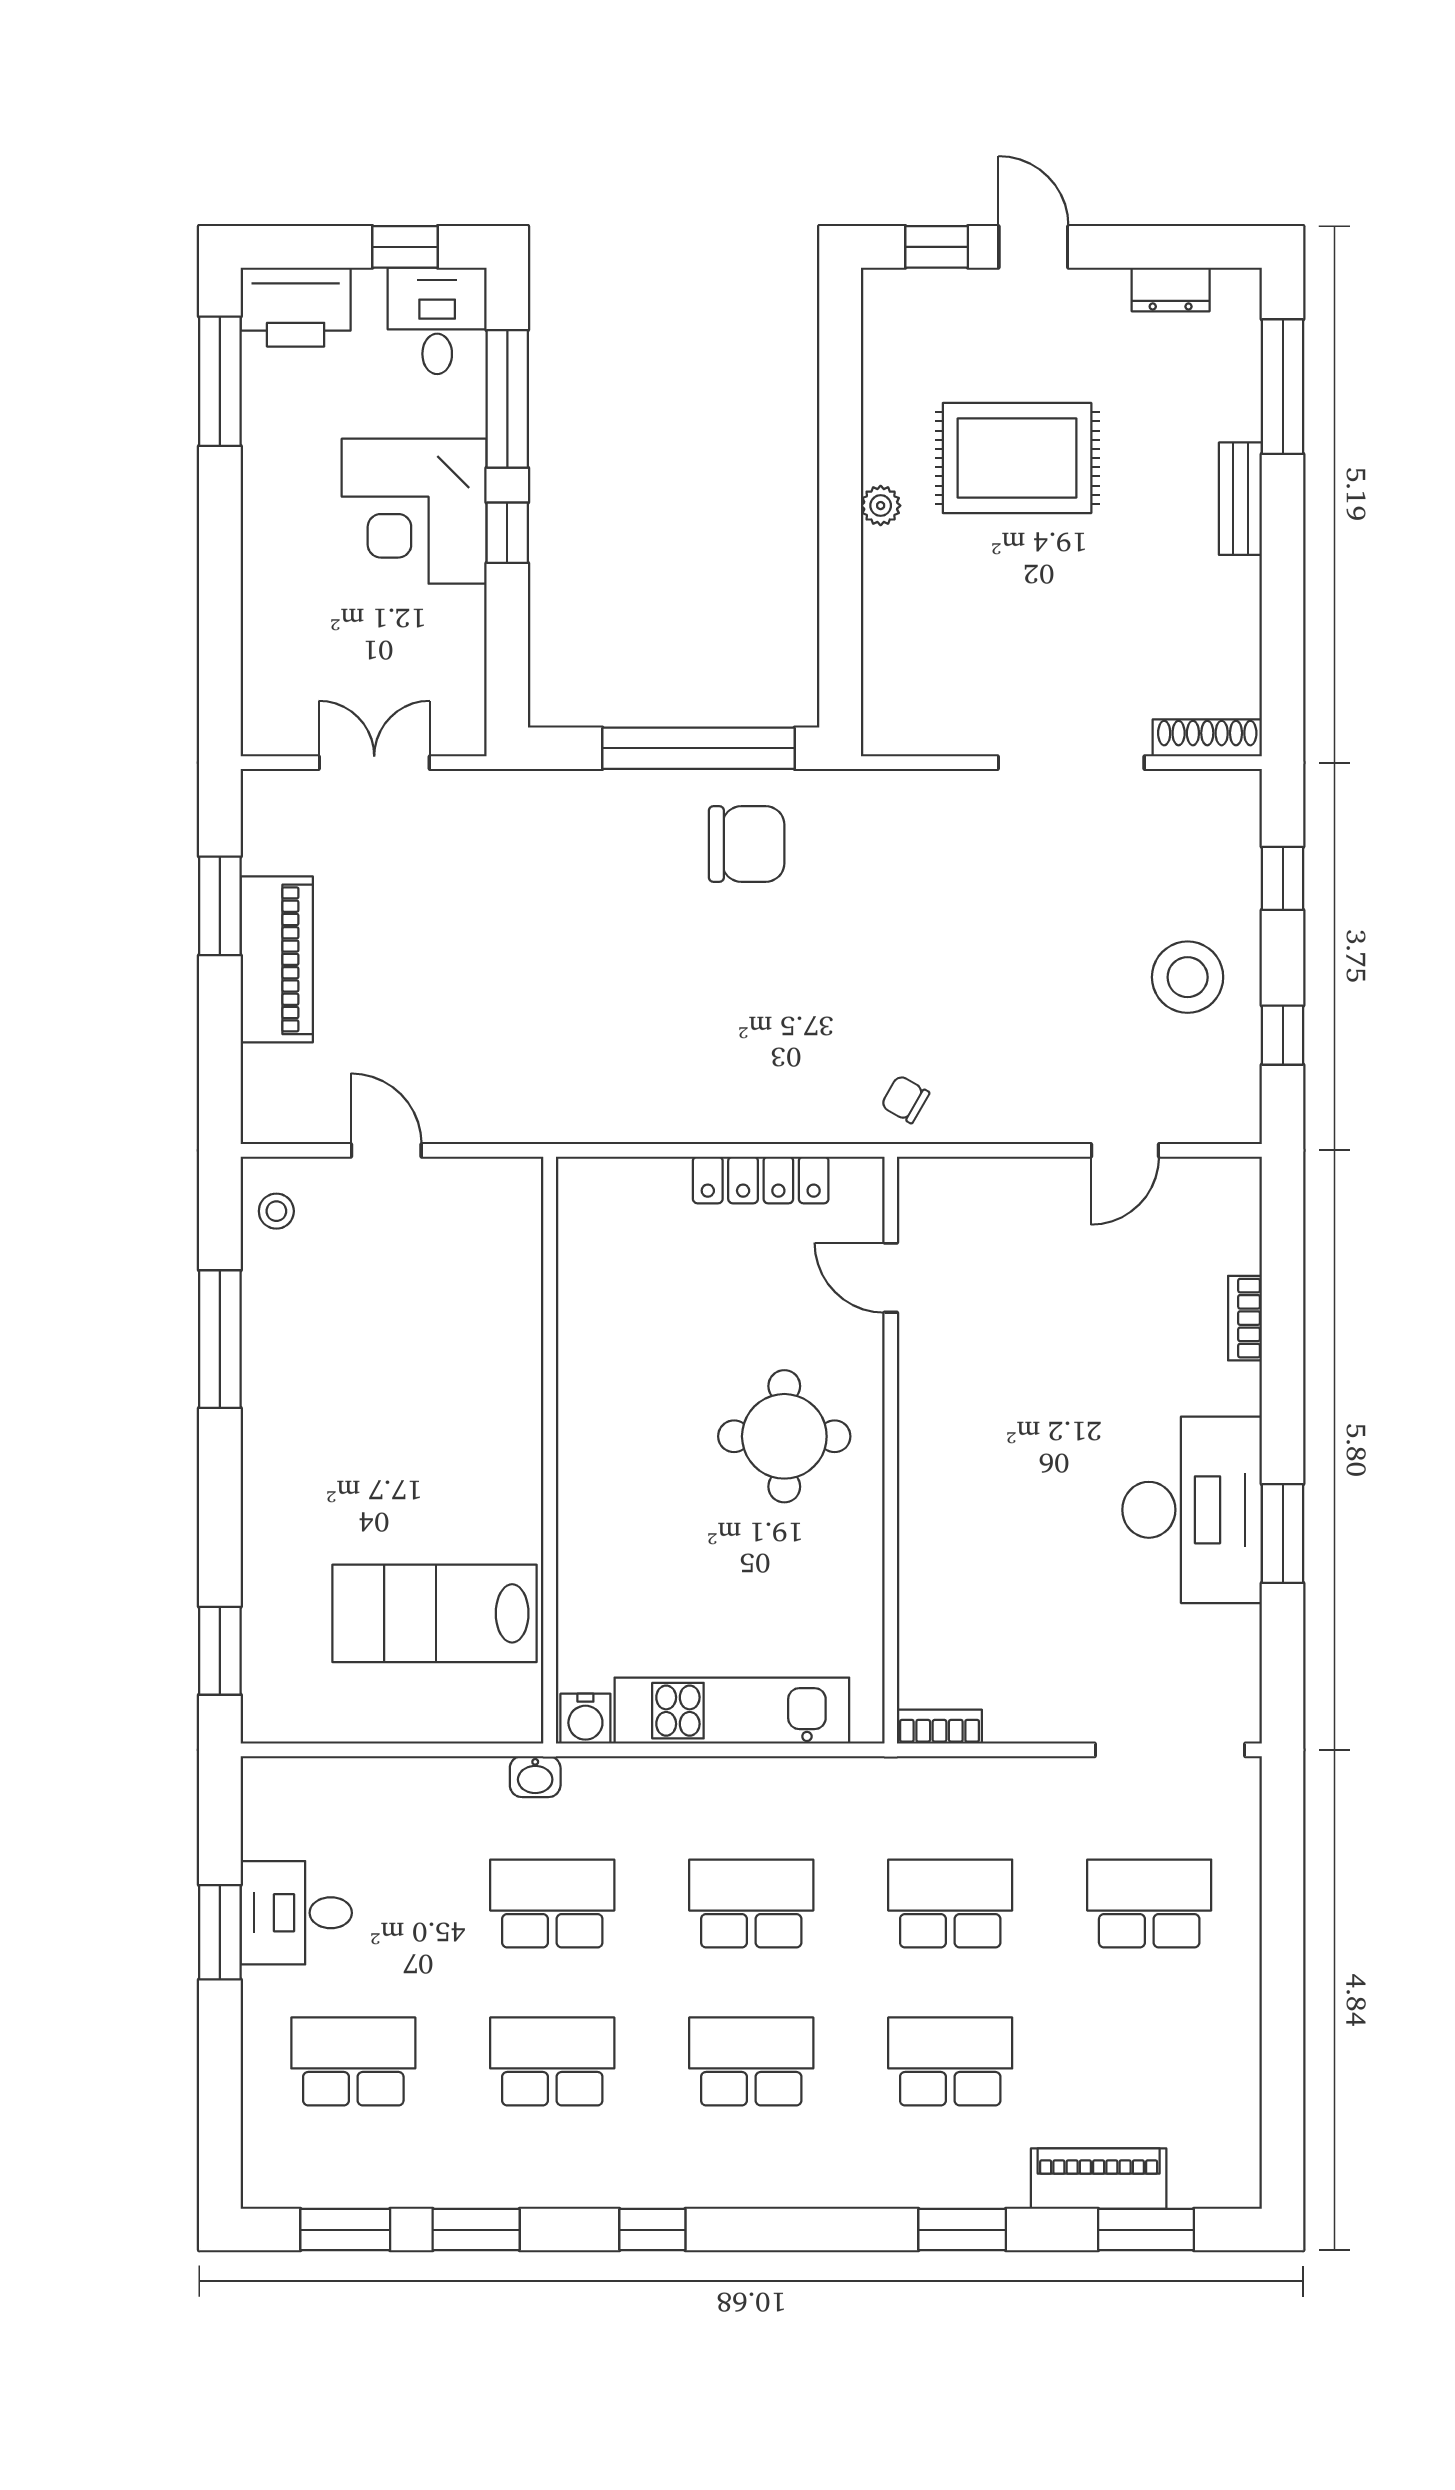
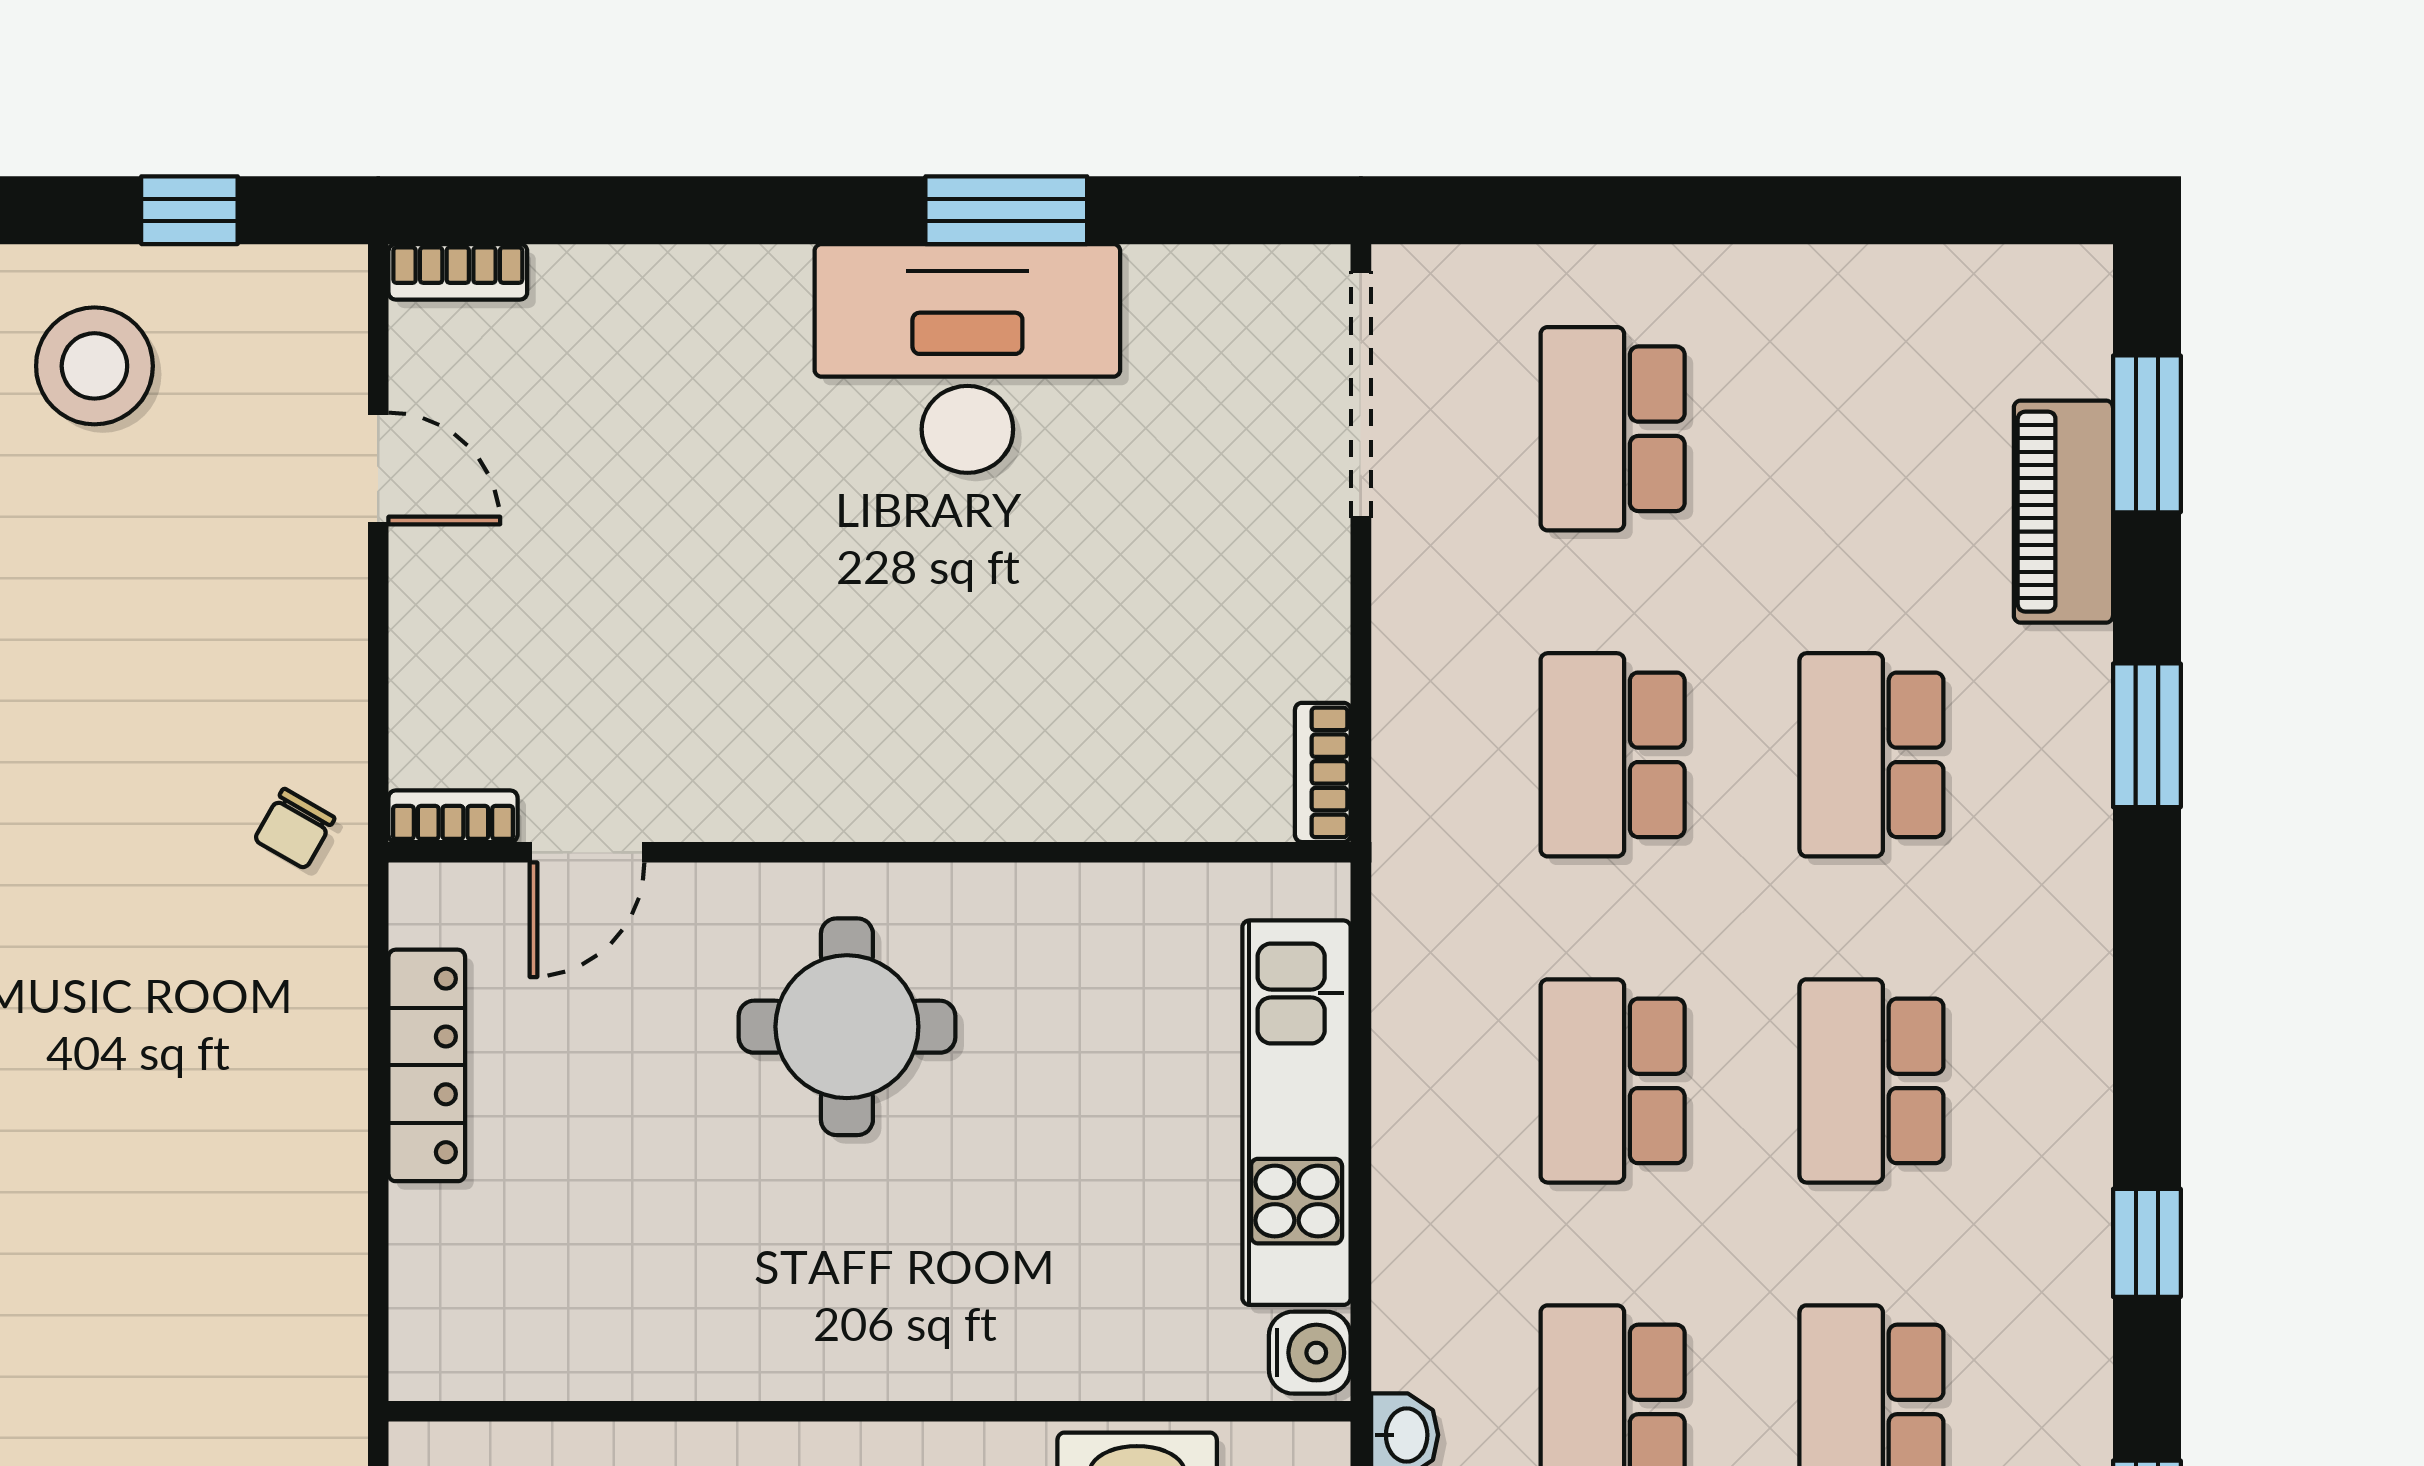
bookcase: (913, 1196) -> (453, 816), added
bookcase: (1245, 1318) -> (458, 272), moved

